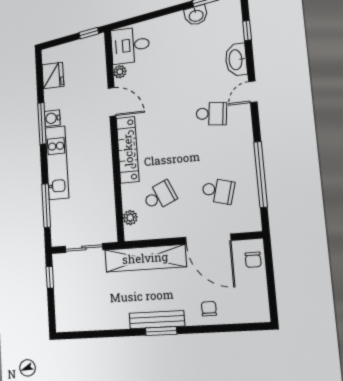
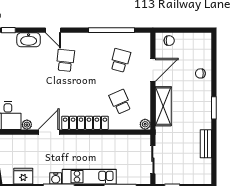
plant: (130, 218) -> (145, 124), moved
door: (208, 239) -> (153, 70), width x0.73
shelving: (145, 258) -> (163, 106), width x0.68
bench: (157, 320) -> (206, 144), moved, width x0.73

